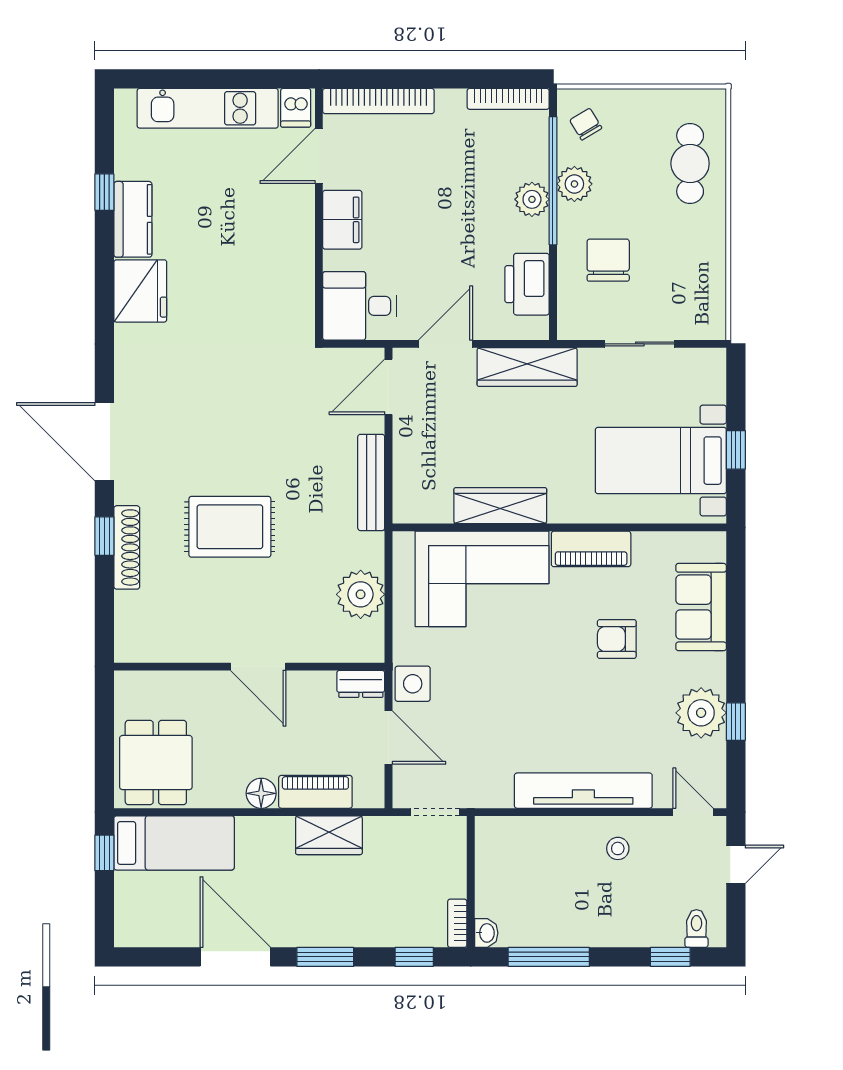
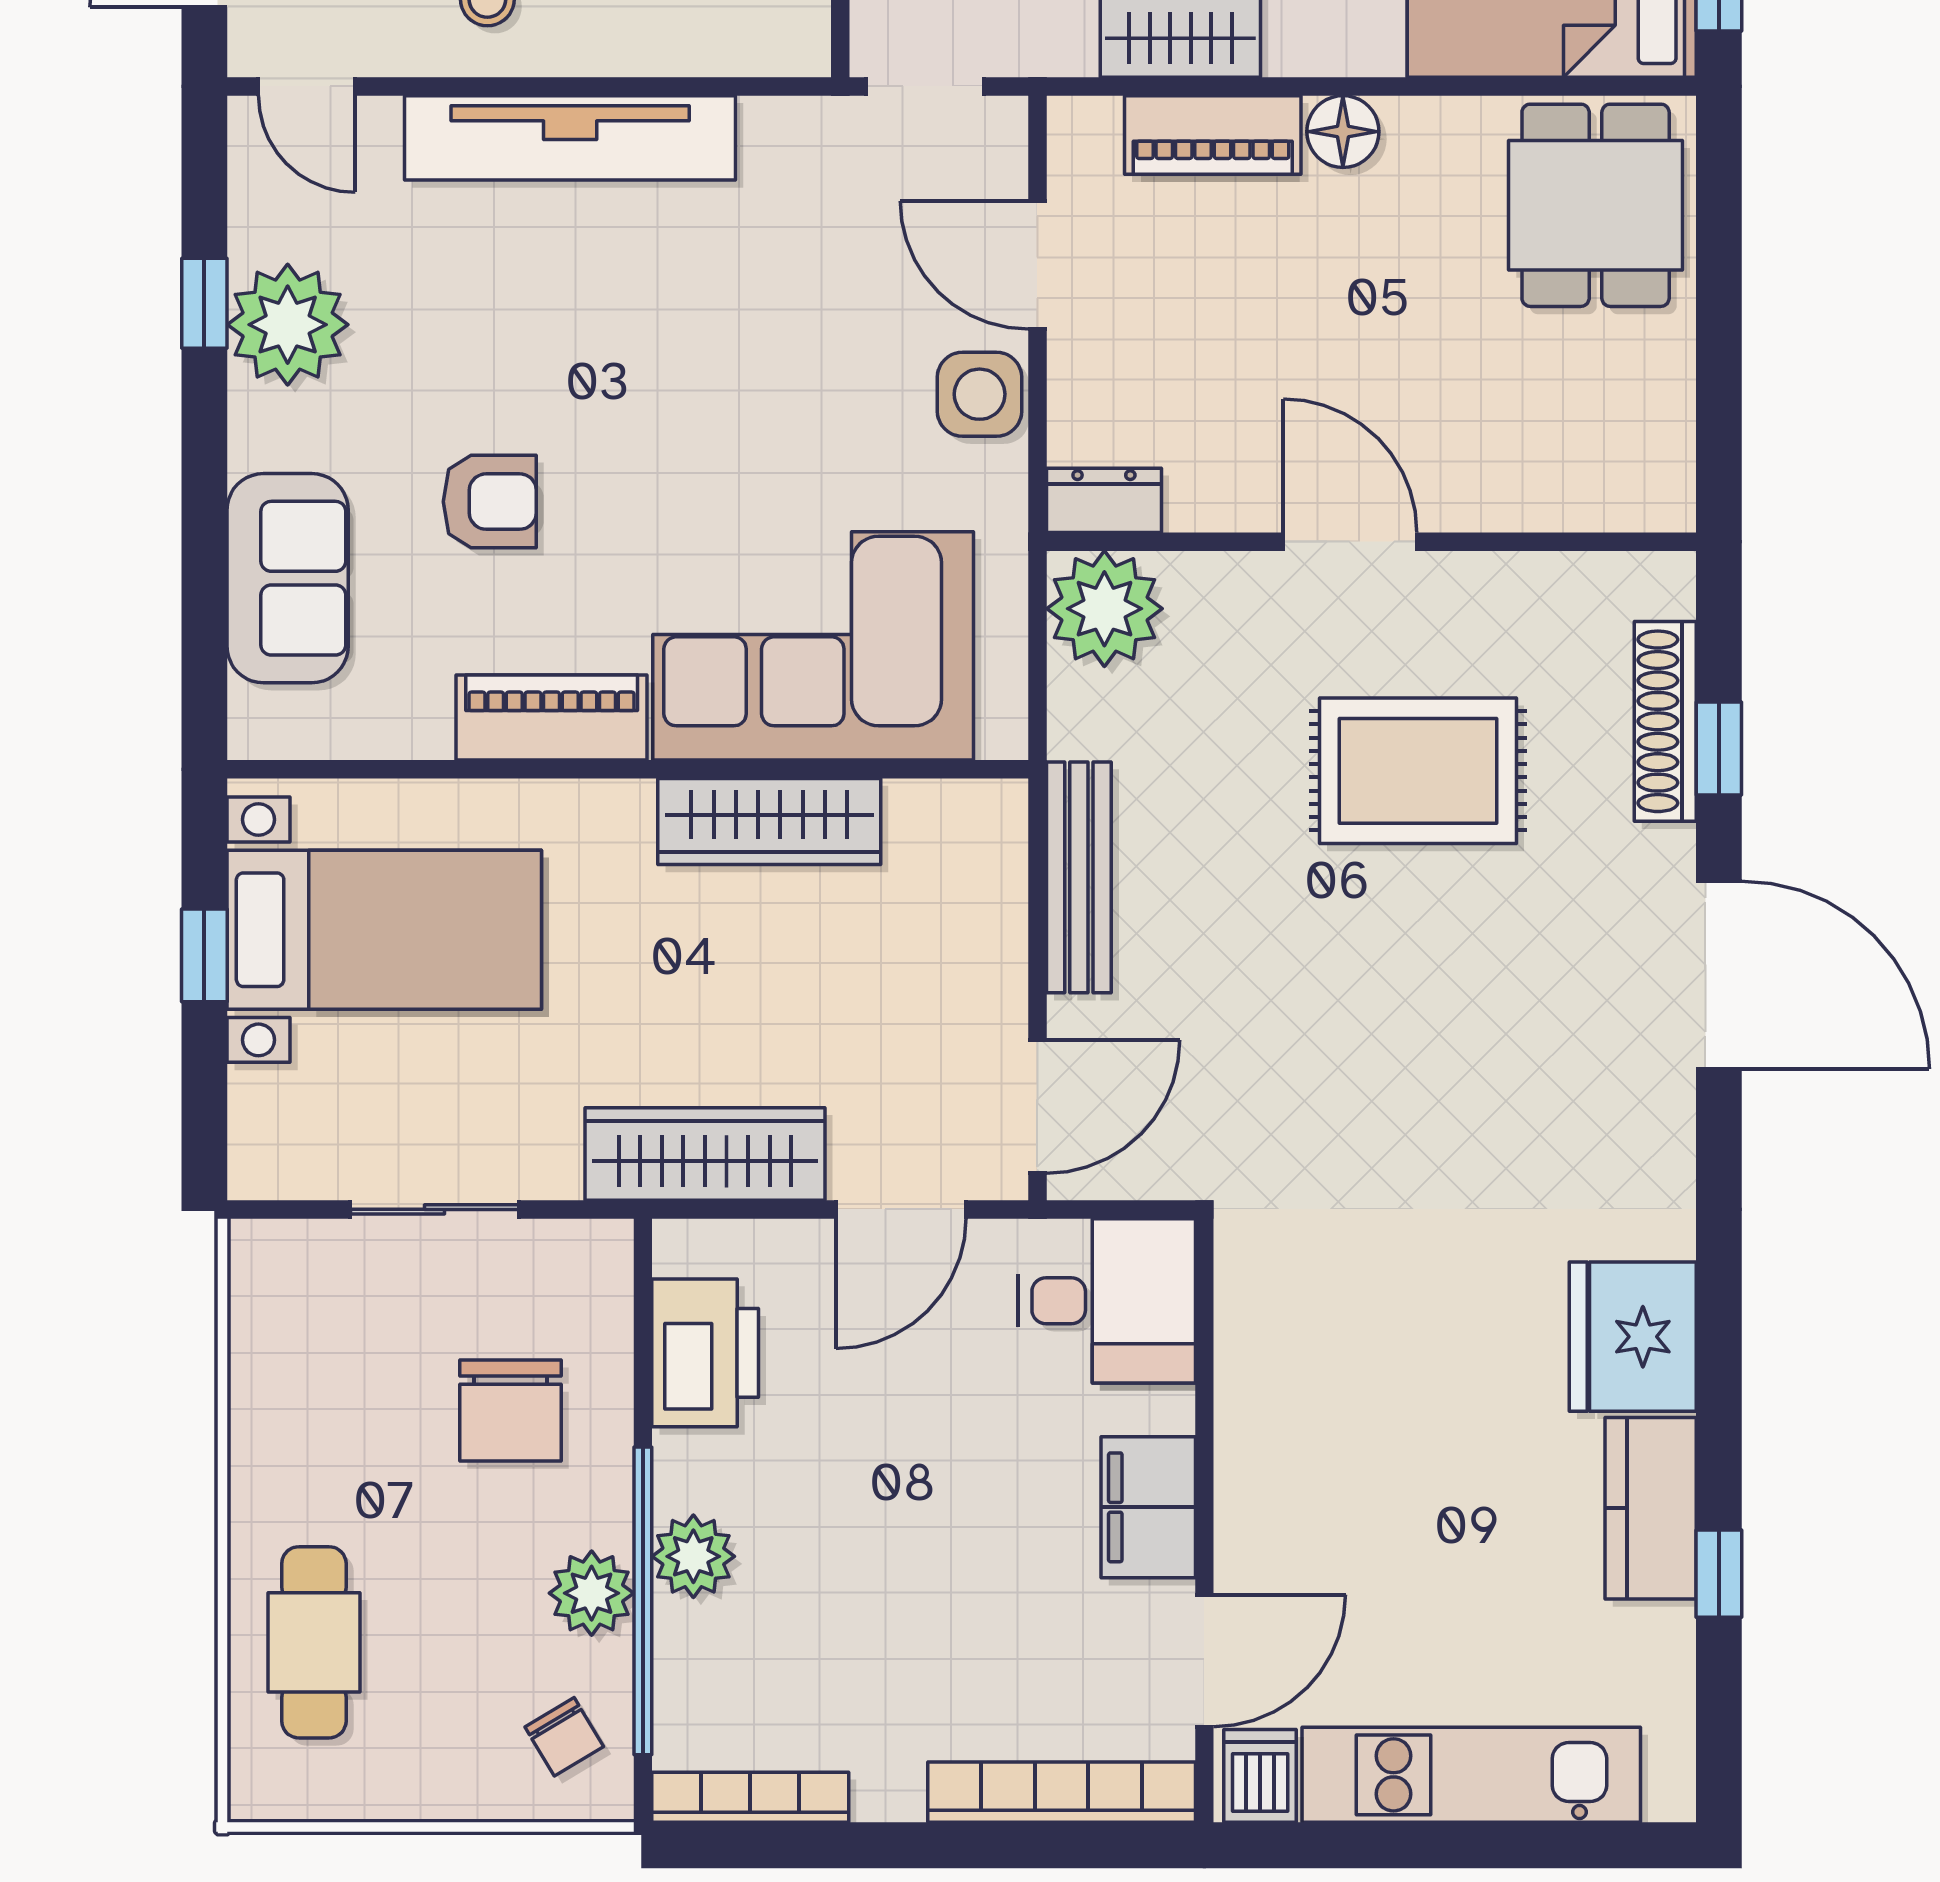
wall: (249, 667) -> (1371, 542), moved
door: (258, 667) -> (1350, 542), moved
dresser: (361, 684) -> (1104, 500), moved

